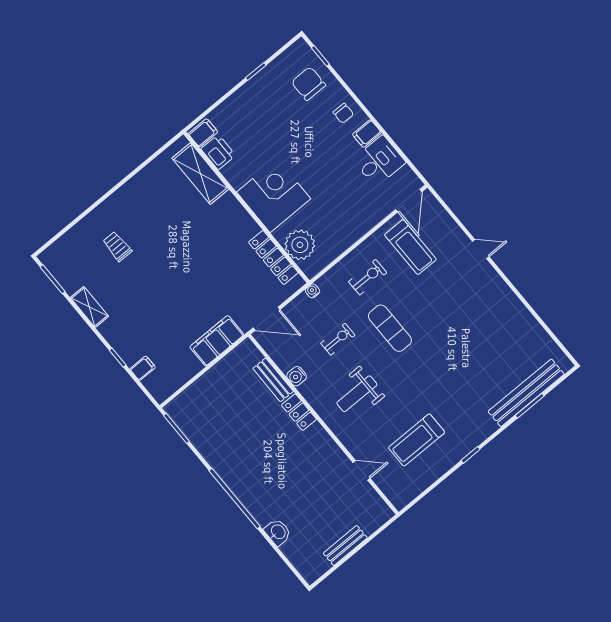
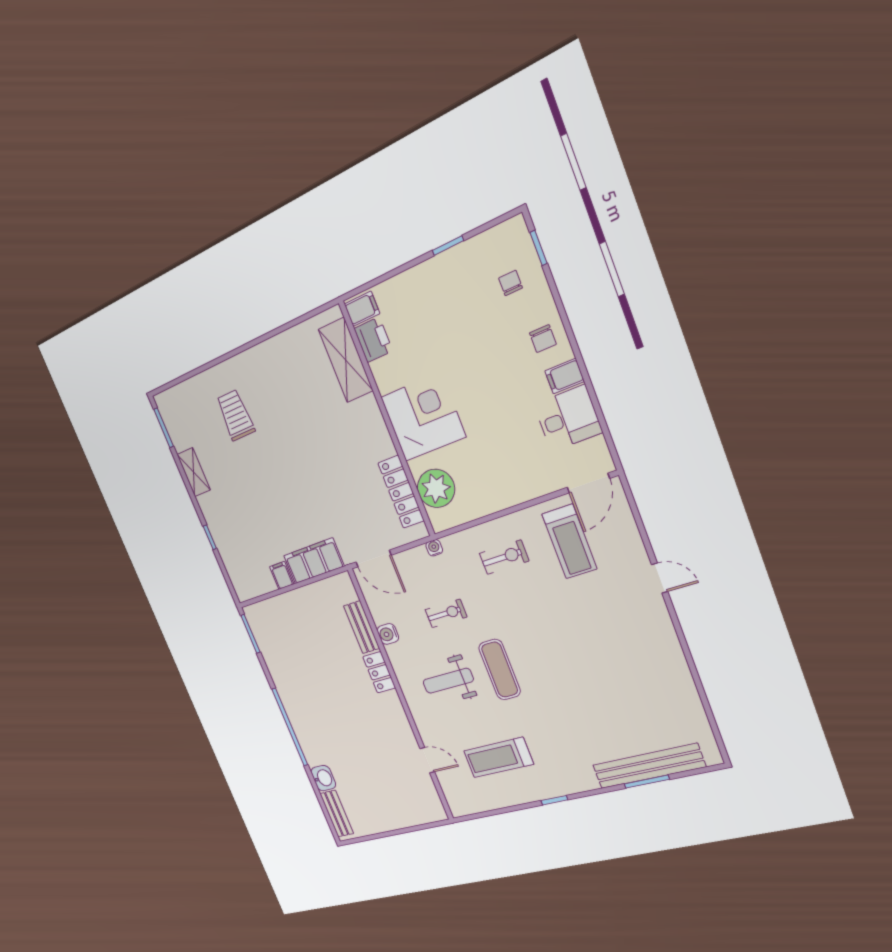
chair: (308, 84) -> (511, 283), width x0.54, depth x0.54
trolley: (117, 246) -> (235, 415), width x1.36, depth x1.39
exercise mat: (390, 328) -> (500, 670), moved
filing cabinet: (143, 368) -> (282, 575), moved, turned -90
bench: (345, 545) -> (337, 814), moved, turned 90

